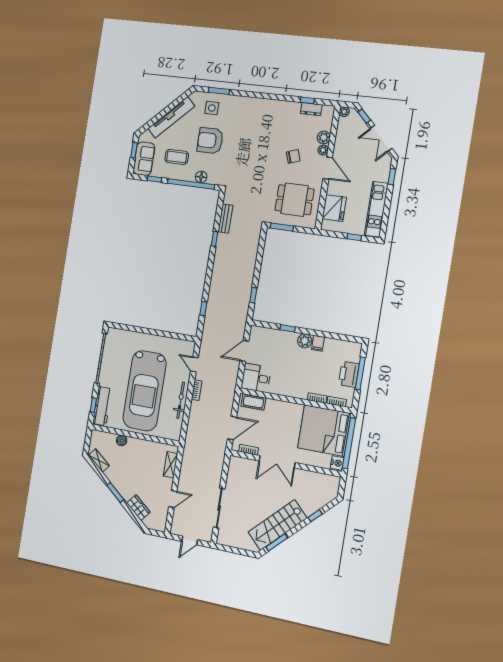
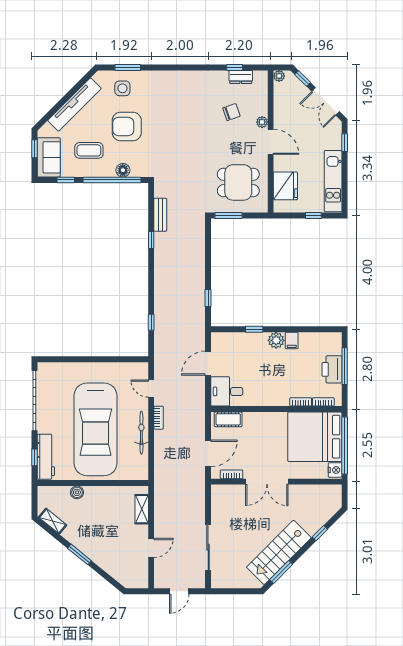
plant: (324, 137) -> (260, 108), removed
chair: (293, 156) -> (231, 112), moved
wardrobe: (138, 508) -> (111, 566), removed

